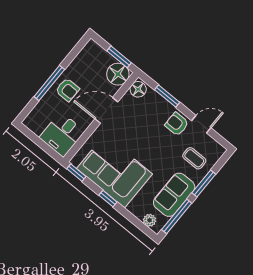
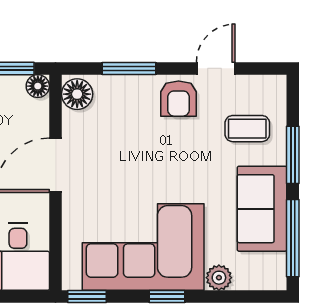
floor lamp: (118, 74) -> (38, 86), width x0.53, depth x0.53
armchair: (177, 124) -> (179, 99), turned -90
plant: (150, 220) -> (219, 278), moved

